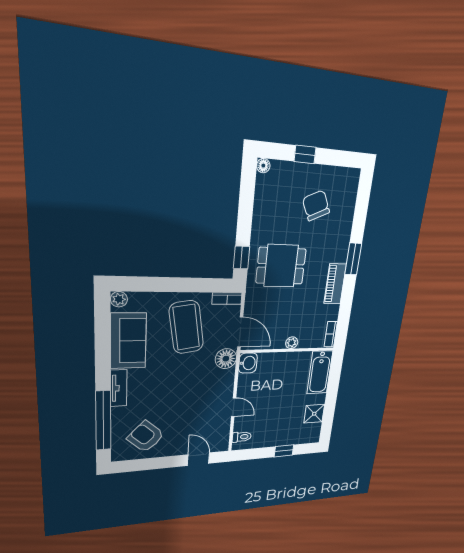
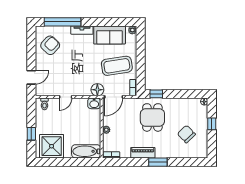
chair: (316, 206) -> (186, 134), turned -109
shower: (314, 414) -> (52, 146), width x1.86, depth x1.86

